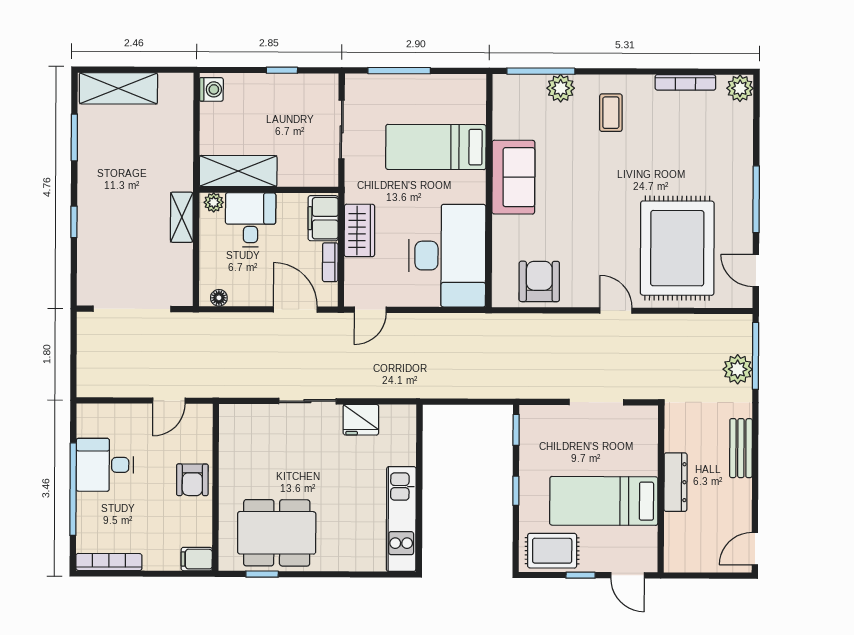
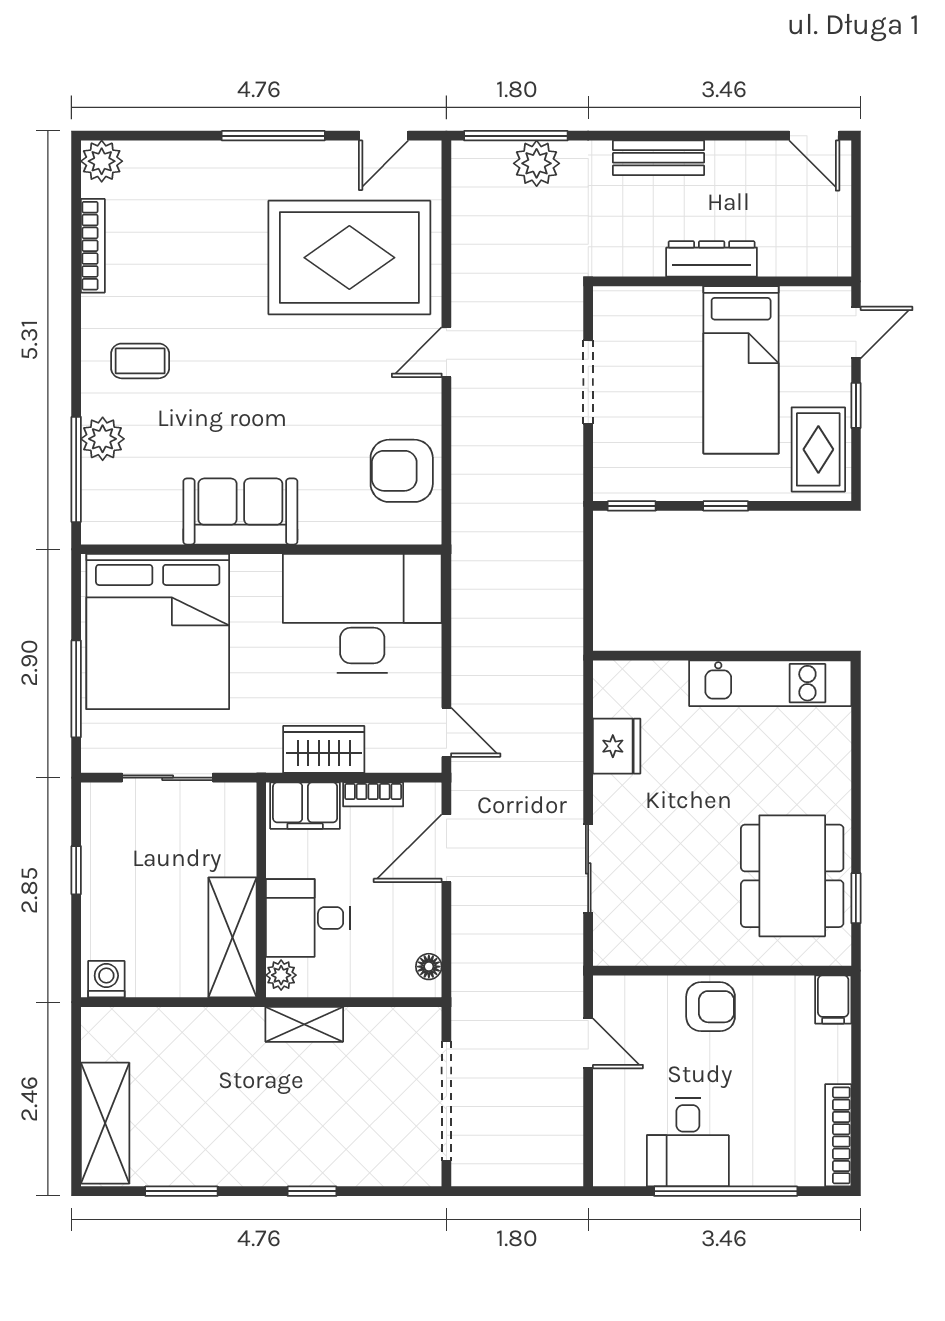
bed: (436, 147) -> (158, 632), width x2.04
sliding door: (307, 401) -> (588, 868), moved

